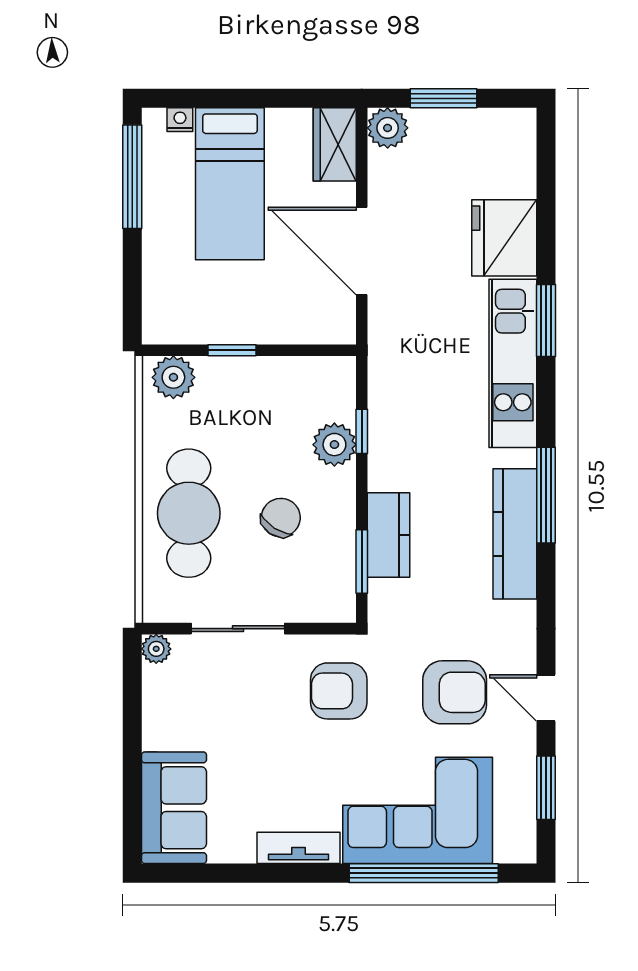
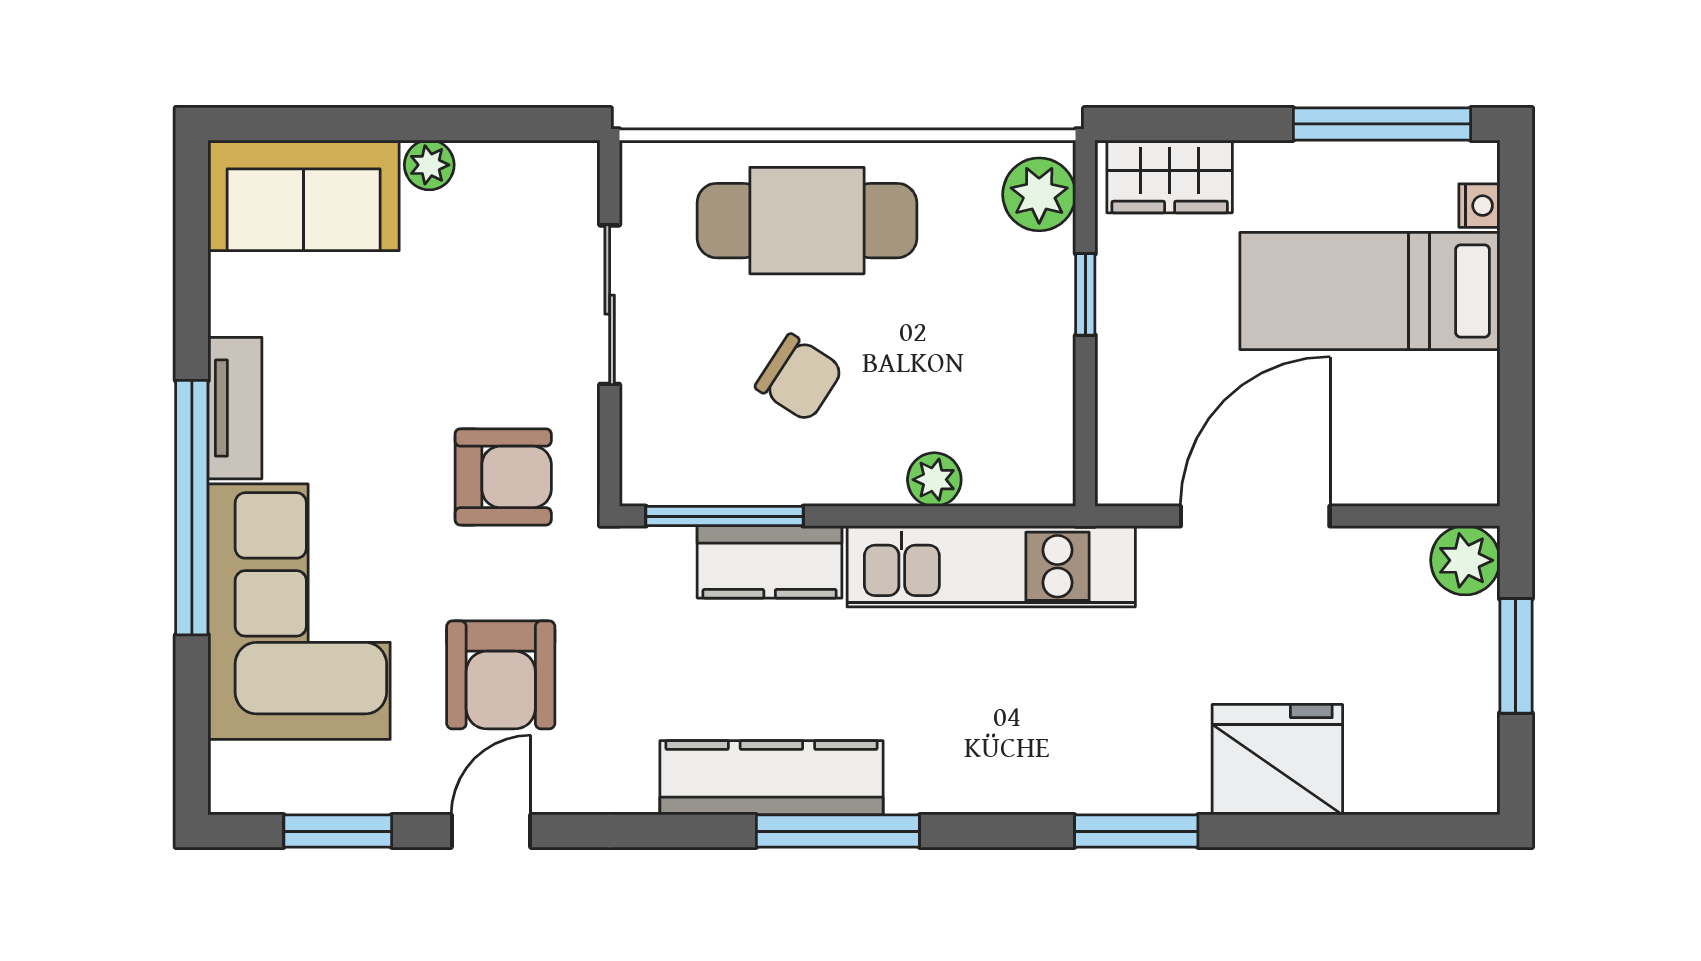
wardrobe: (335, 144) -> (1170, 176), moved, turned 180
kitchen unit: (513, 363) -> (991, 566), moved, turned 180
window: (362, 431) -> (947, 516), removed
plant: (334, 445) -> (934, 480), width x0.73, depth x0.73
window: (362, 561) -> (724, 516), width x1.44
plant: (156, 649) -> (429, 165), moved
armchair: (339, 691) -> (503, 477), turned 90
window: (424, 873) -> (192, 508), moved

